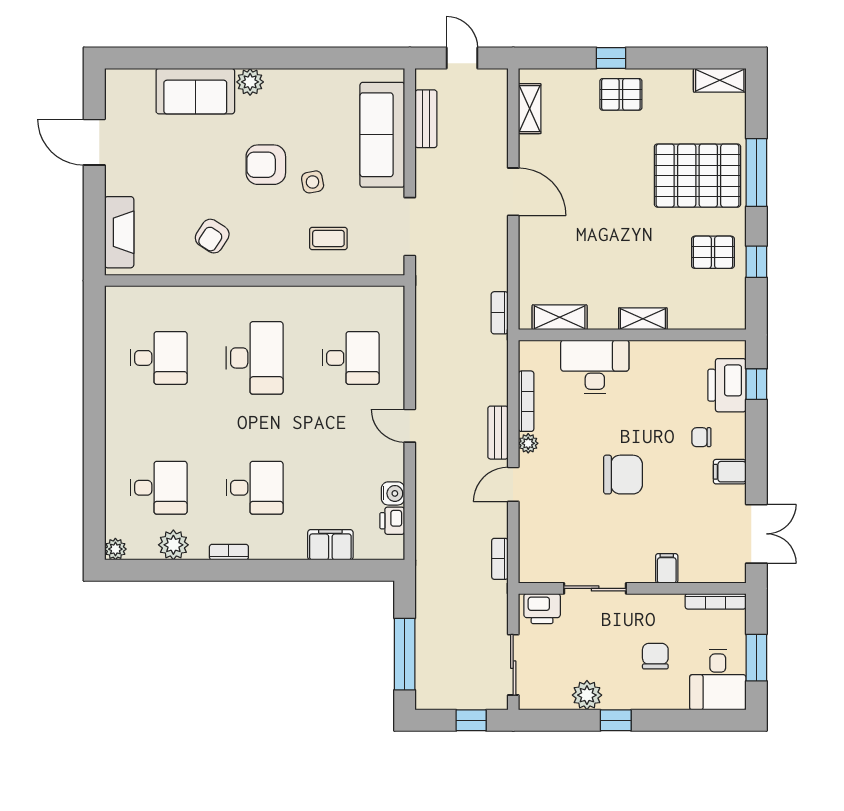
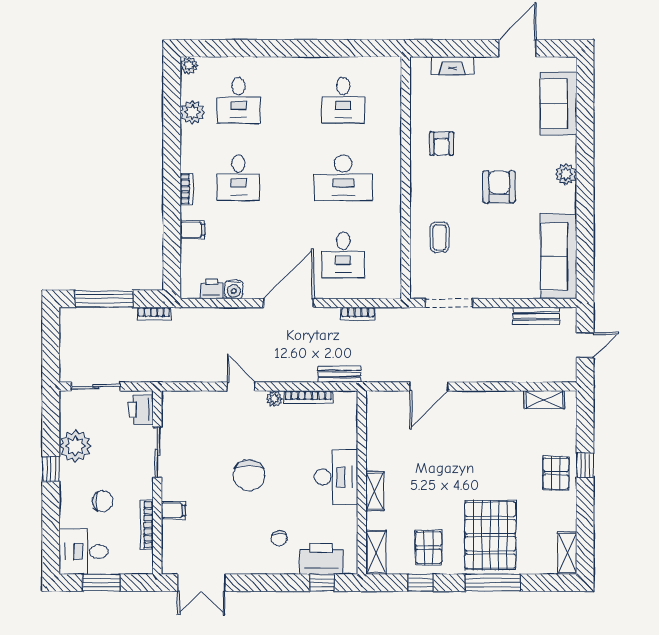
sofa: (195, 91) -> (558, 103), moved
sofa: (382, 135) -> (559, 256), moved, turned -90
side table: (313, 182) -> (485, 225), removed
door: (513, 192) -> (429, 386), moved
fireplace: (119, 232) -> (452, 66), width x0.73, depth x0.76
armchair: (212, 236) -> (441, 144), turned -123
bookcase: (500, 313) -> (358, 314), moved, turned 180
shelving: (560, 317) -> (376, 552), moved
desk: (595, 367) -> (336, 477), moved
door: (410, 426) -> (288, 303), width x1.88
bench: (498, 433) -> (340, 374), moved
chair: (701, 437) -> (279, 538), turned 180
filing cabinet: (730, 472) -> (251, 561), removed
filing cabinet: (330, 545) -> (192, 230), width x0.50
bookcase: (229, 552) -> (186, 189), moved
bookcase: (500, 559) -> (154, 314), moved, turned 180
bookcase: (716, 601) -> (147, 525), moved
plant: (587, 695) -> (75, 446), width x1.36, depth x1.36
window: (471, 720) -> (51, 352), removed

